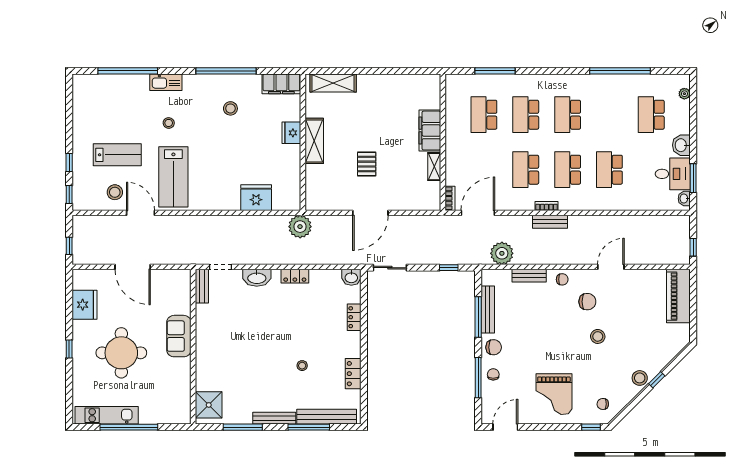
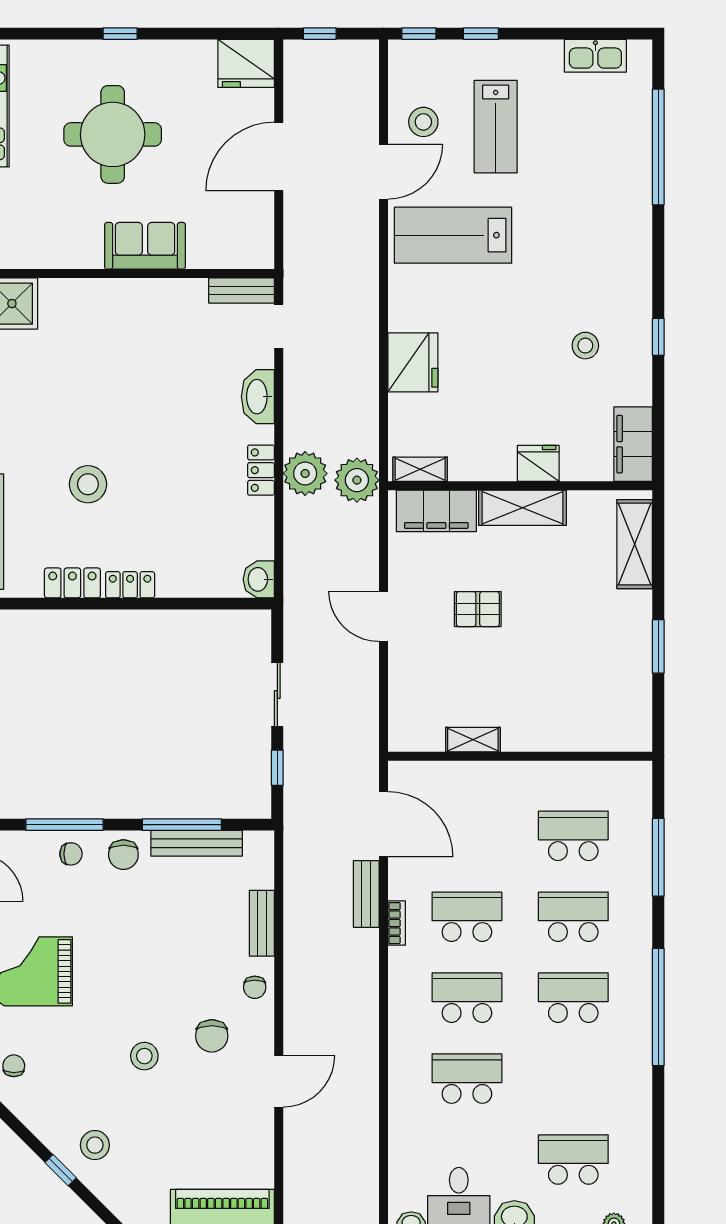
window: (226, 71) -> (658, 337), width x0.32
window: (386, 71) -> (658, 646), added
window: (620, 71) -> (658, 1007), moved
kitchen sink: (166, 82) -> (595, 56), moved, turned -90
stool: (169, 123) -> (557, 226), removed
filing cabinet: (430, 131) -> (436, 511), moved, turned 180
shelving: (294, 194) -> (420, 469), added
fridge: (256, 198) -> (413, 362), moved
bookcase: (450, 198) -> (412, 770), removed
bookcase: (547, 206) -> (397, 923), moved
door: (370, 213) -> (383, 616), width x0.73
bench: (550, 222) -> (366, 894), moved
plant: (502, 253) -> (305, 473), moved
door: (611, 267) -> (279, 1081), hinge flipped
sliding door: (390, 268) -> (277, 695), moved
fridge: (85, 305) -> (246, 63), moved
locker: (354, 317) -> (130, 585), moved
stool: (302, 366) -> (88, 484), width x1.89, depth x1.89
stool: (640, 378) -> (95, 1145), moved

